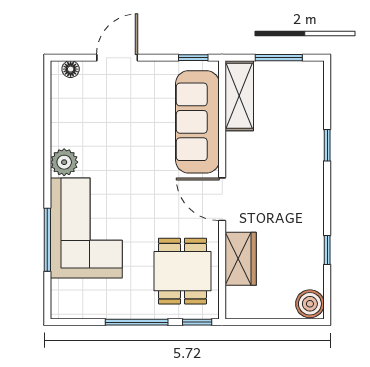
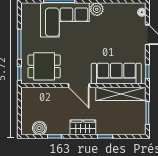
shelving: (239, 96) -> (121, 94), width x1.47
door: (222, 199) -> (79, 86), swing flipped
wardrobe: (241, 259) -> (83, 127), moved, turned 180
boiler: (310, 304) -> (39, 128), moved

